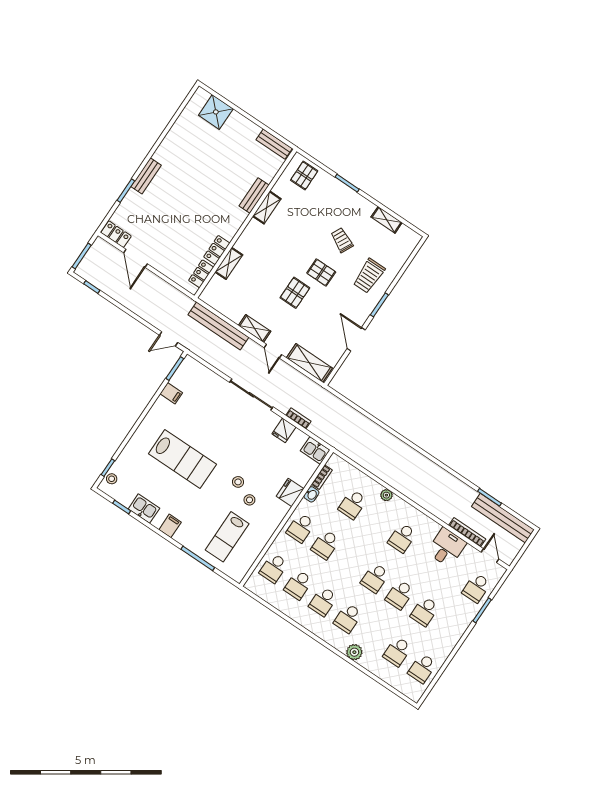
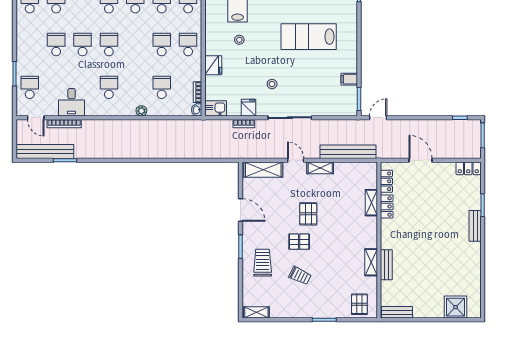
shelving: (387, 220) -> (256, 312), moved
door: (135, 258) -> (421, 160), moved
stool: (238, 482) -> (272, 84), moved
washbasin: (311, 494) -> (197, 110), moved

